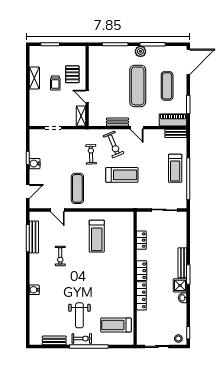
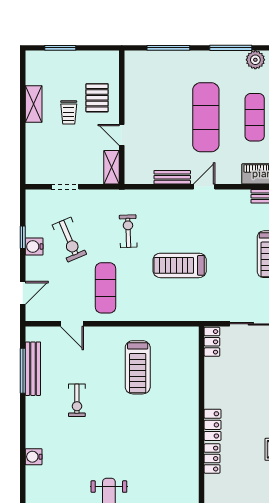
plant: (140, 51) -> (255, 60), moved
door: (137, 128) -> (204, 187), swing flipped
exercise bike: (114, 144) -> (69, 240), moved
treadmill: (122, 175) -> (180, 265), turned 180
locker: (141, 240) -> (212, 342), moved
locker: (141, 296) -> (212, 459), width x0.66

